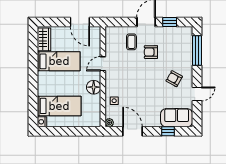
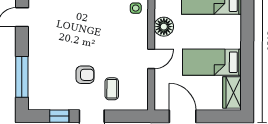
armchair: (174, 79) -> (53, 38), removed

